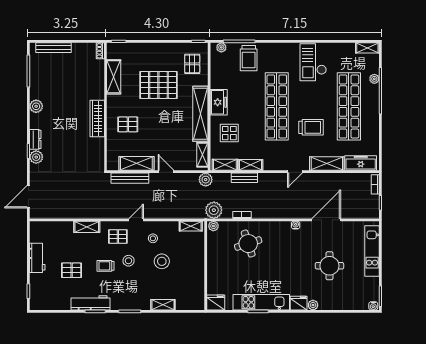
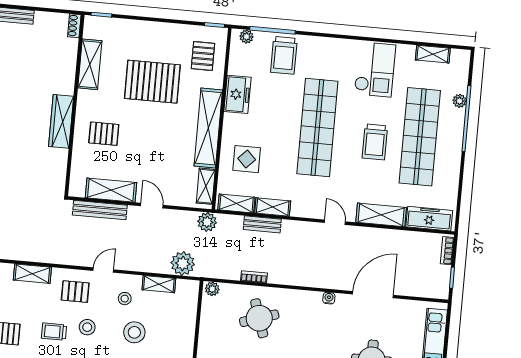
shelving: (367, 48) -> (433, 54), moved
checkout: (313, 62) -> (375, 69), turned 180
freezer: (219, 102) -> (237, 94), moved
trolley: (311, 127) -> (375, 142), moved, turned 90
door: (295, 172) -> (335, 222), swing flipped
plant: (214, 210) -> (183, 263), moved
shelving: (191, 226) -> (159, 284), moved

